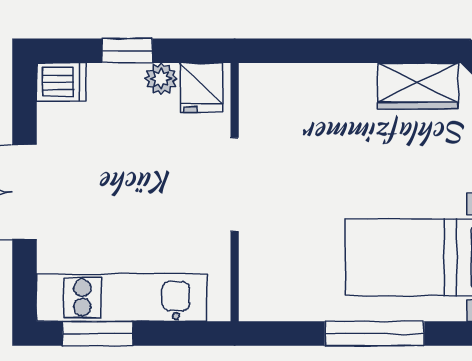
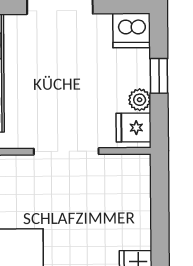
dishwasher: (61, 82) -> (132, 30), width x1.38

